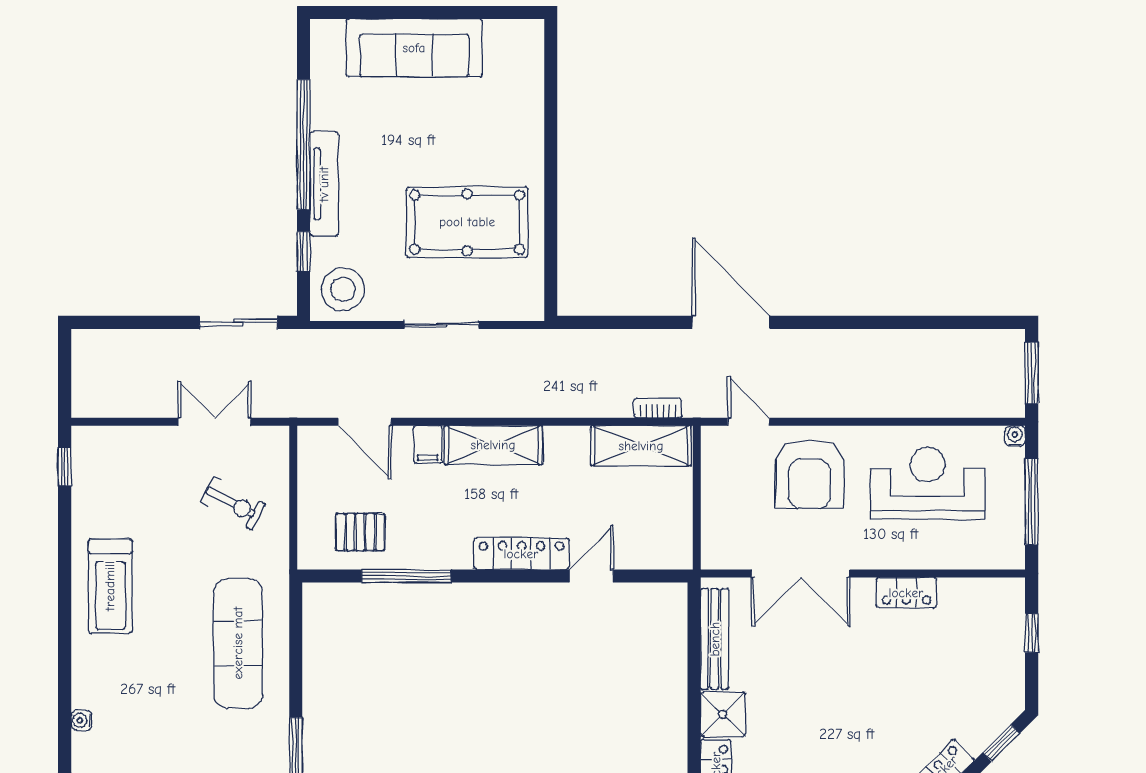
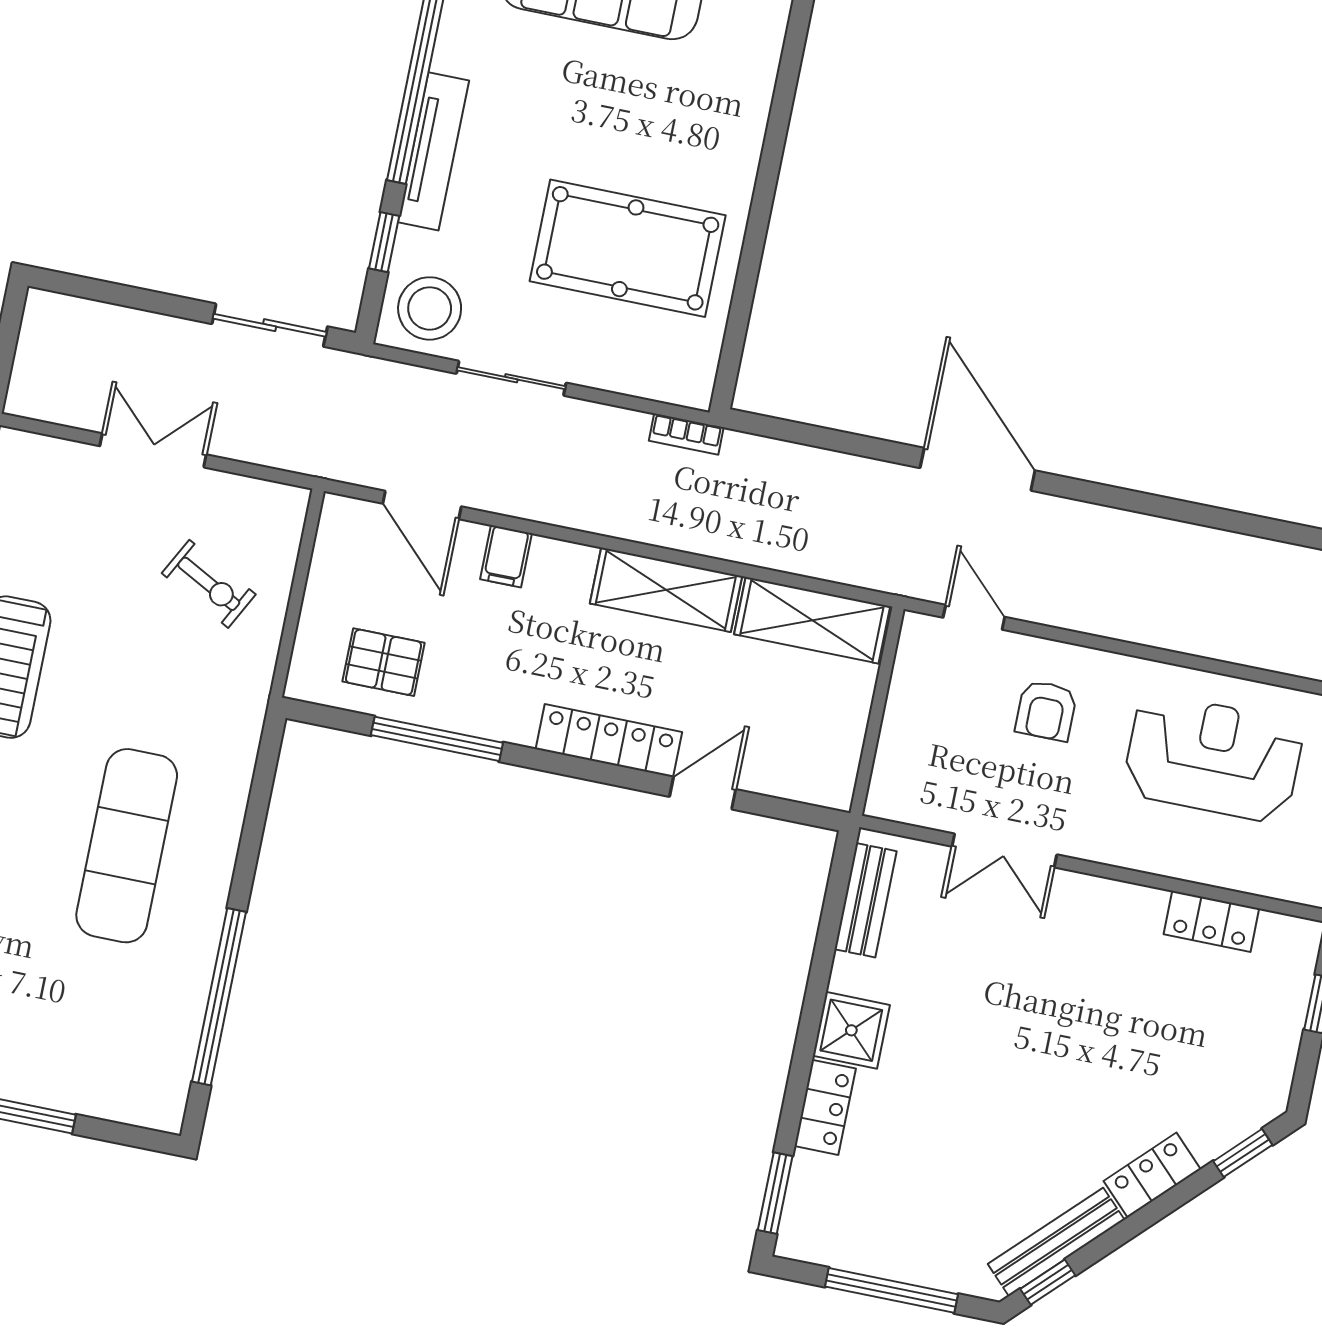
sliding door: (442, 325) -> (511, 378), moved
bookcase: (658, 408) -> (686, 434), moved, turned 180
double door: (214, 422) -> (153, 450), moved
shelving: (493, 445) -> (666, 590), moved
armchair: (809, 474) -> (1046, 711), width x0.53, depth x0.53
double door: (801, 573) -> (1004, 851), width x0.73
locker: (906, 593) -> (1211, 921), moved
bench: (715, 639) -> (866, 900), width x0.73
exercise mat: (238, 643) -> (127, 846), moved

